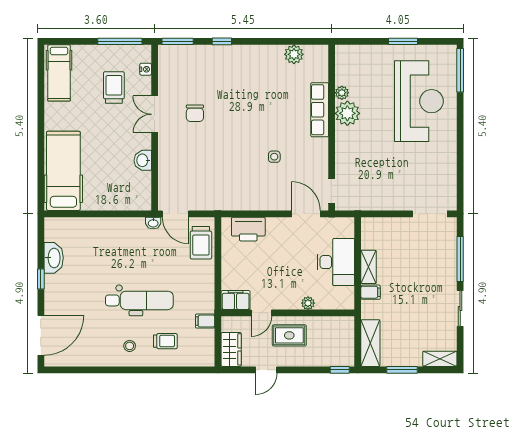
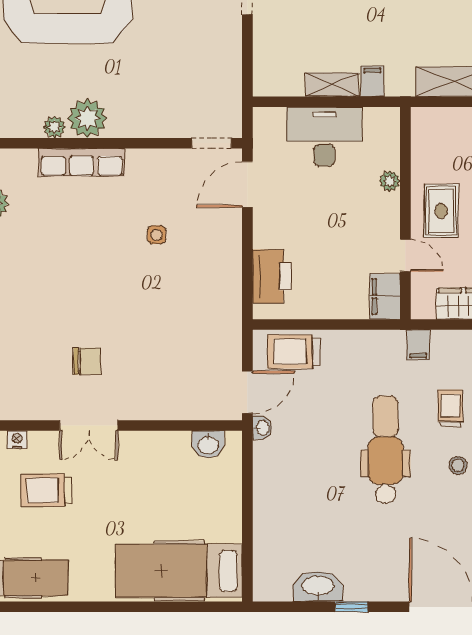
washbasin: (143, 160) -> (208, 444), moved
trolley: (201, 243) -> (293, 352), turned 180

